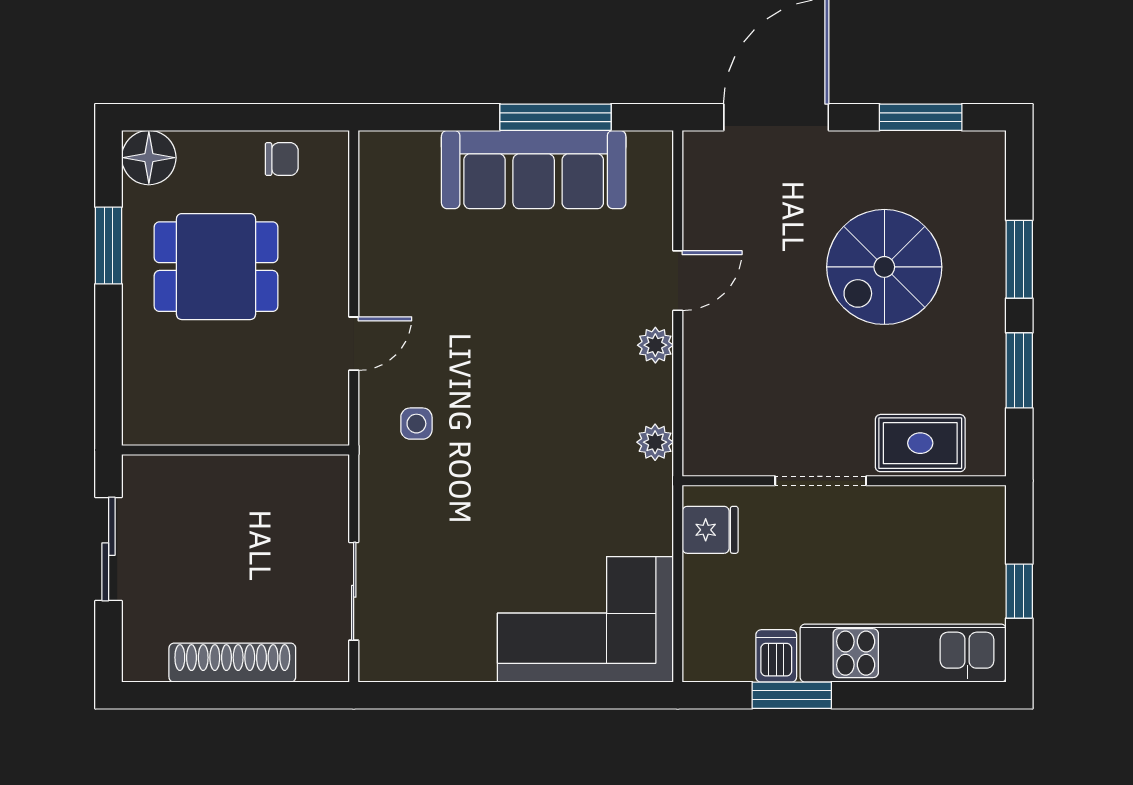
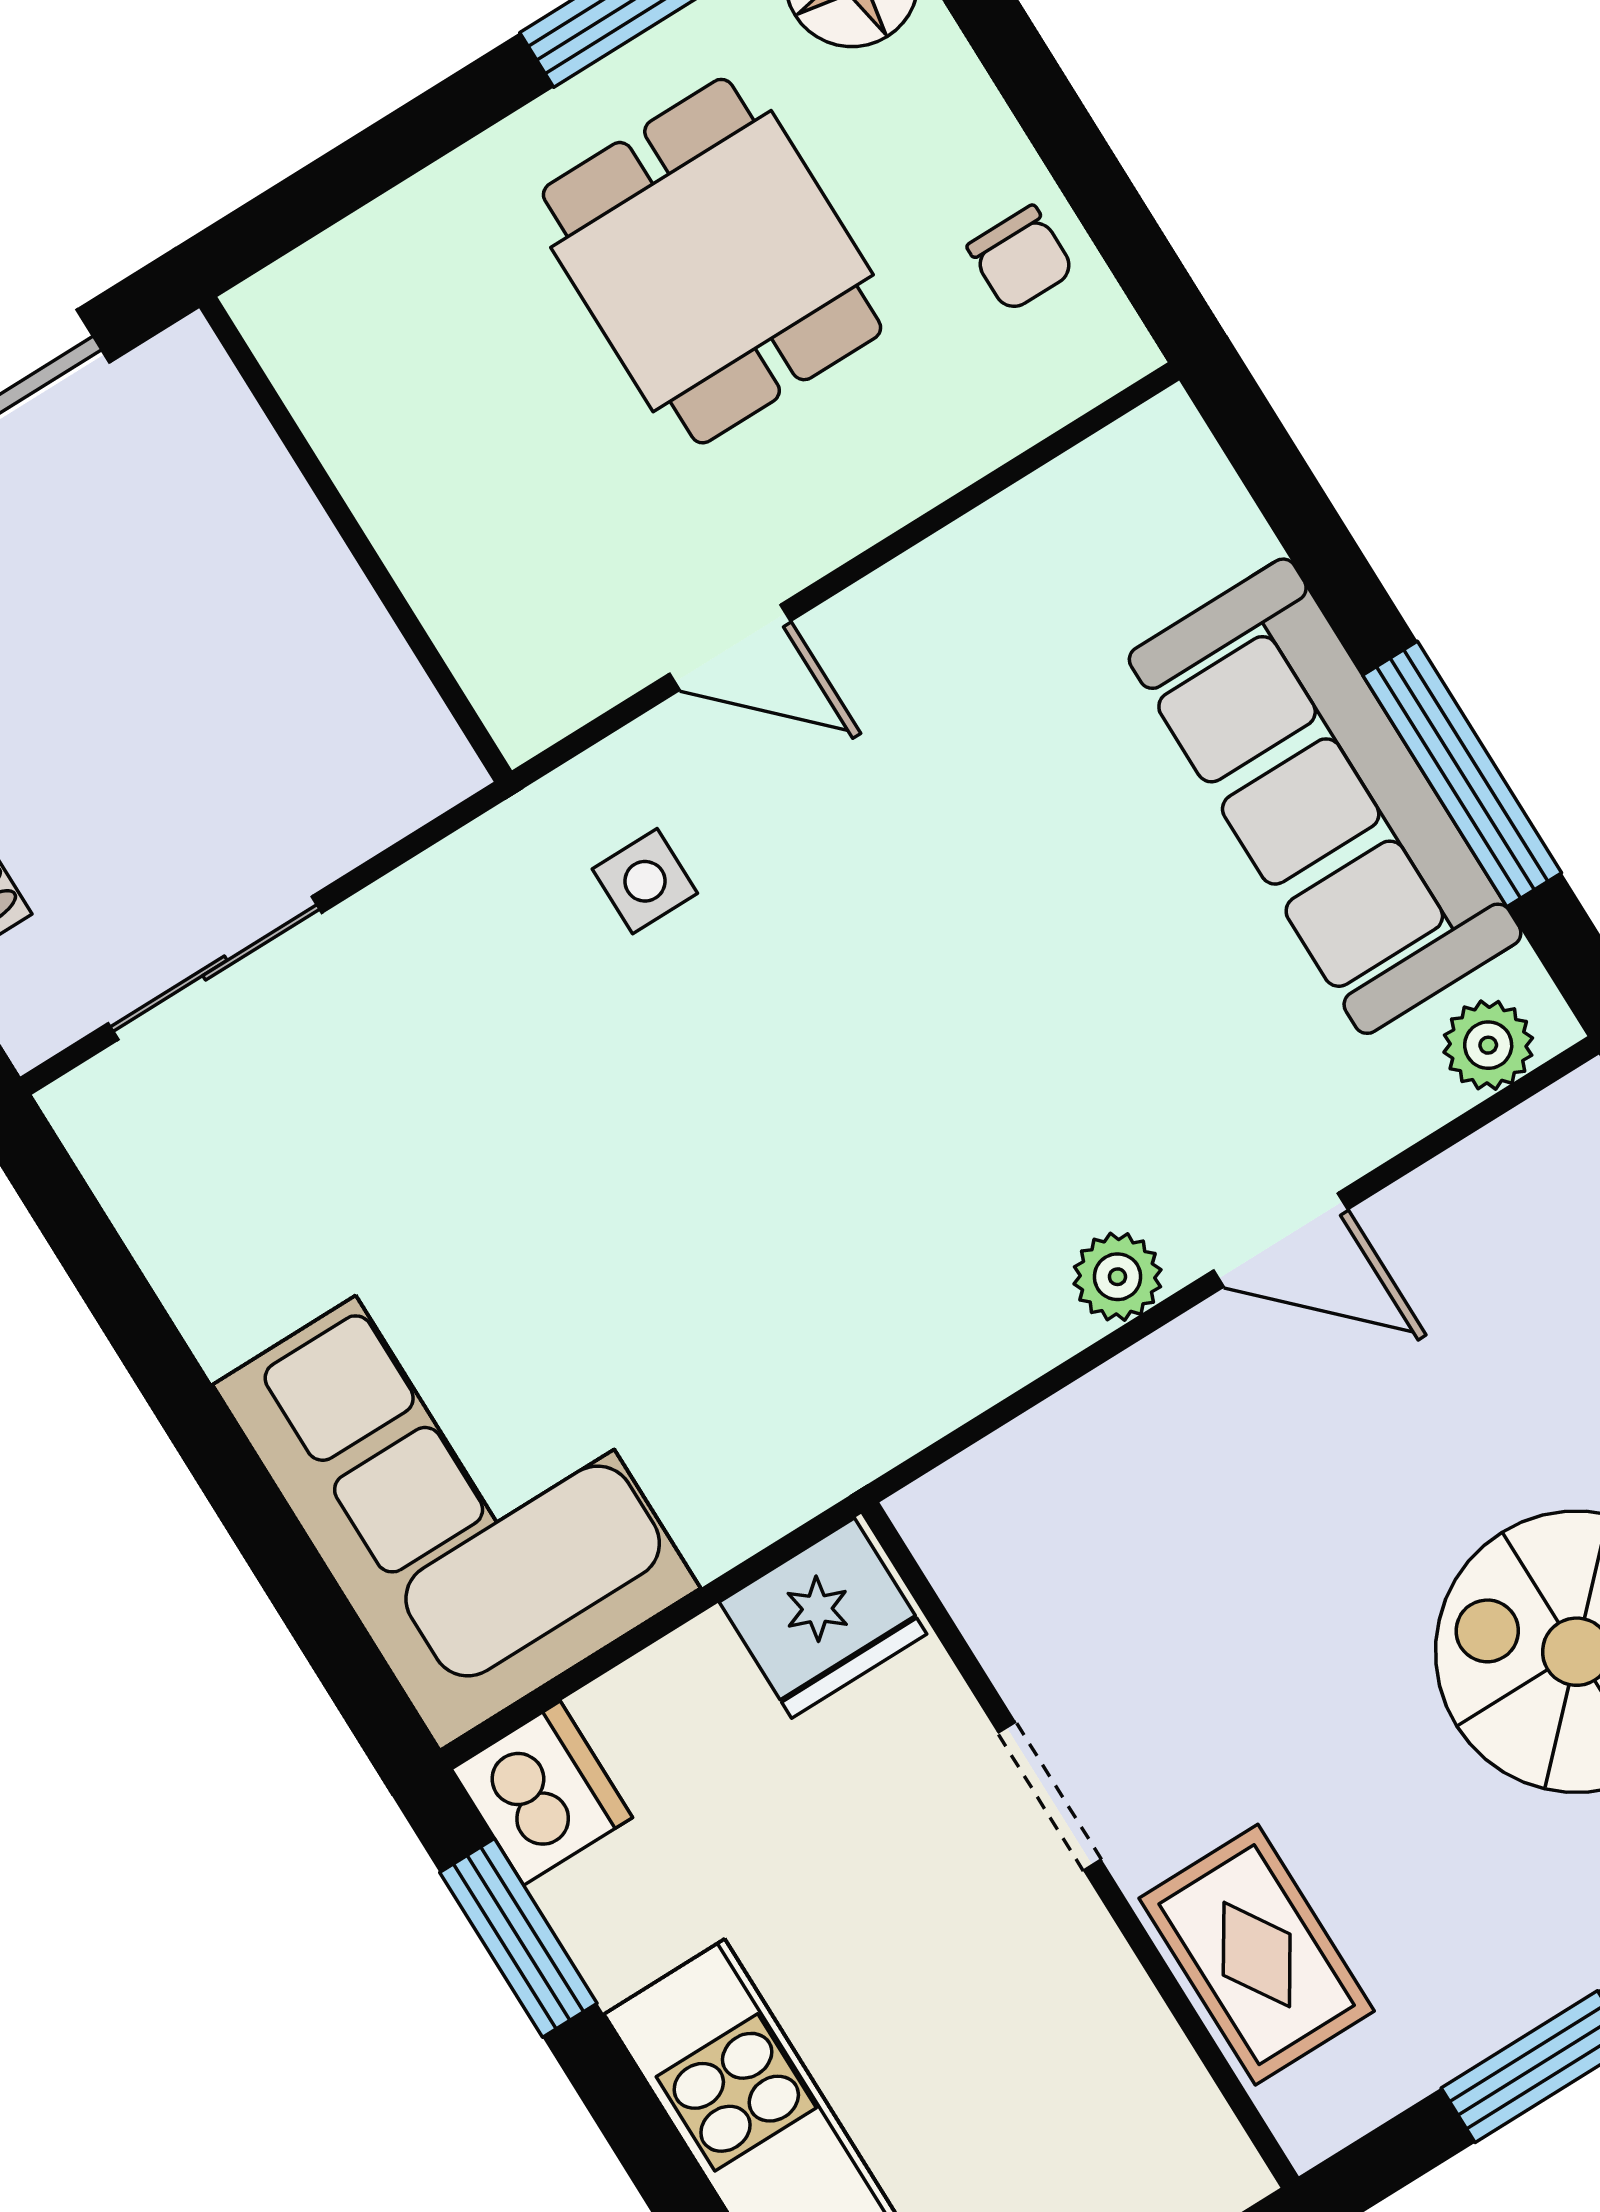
plant: (655, 442) -> (1488, 1045), moved
doorway: (821, 481) -> (1050, 1796), width x0.73
fridge: (710, 530) -> (823, 1618), width x1.38
dishwasher: (776, 656) -> (542, 1793), moved, width x1.38
window: (792, 695) -> (518, 1938), moved

